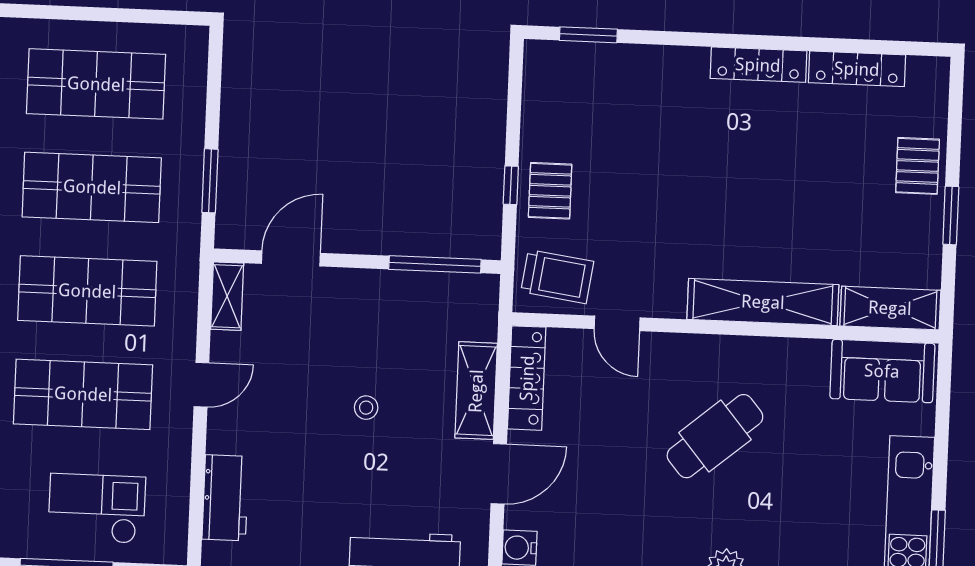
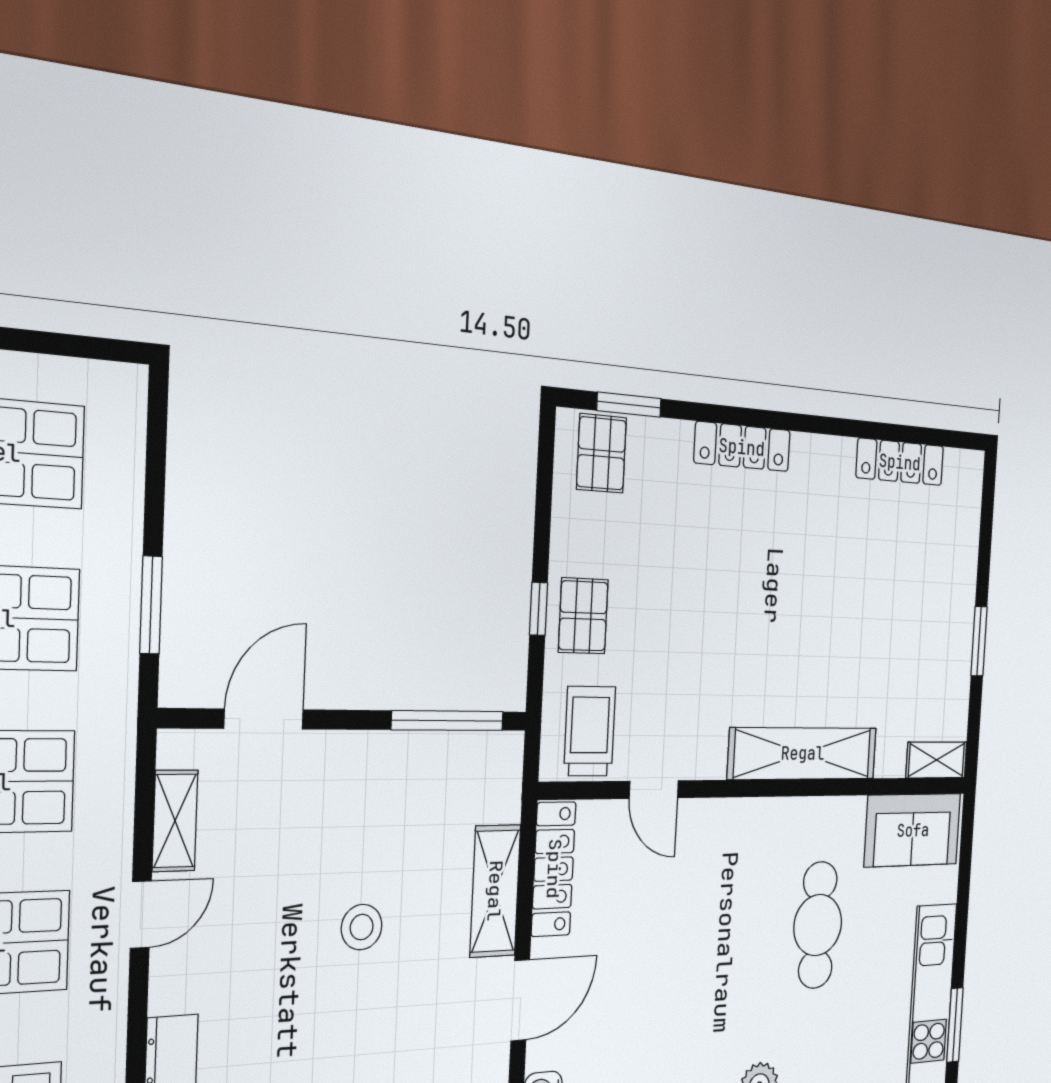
locker: (758, 65) -> (742, 447), moved
pallet: (918, 166) -> (601, 453), moved
trolley: (557, 277) -> (590, 731), turned -98
shelving: (227, 296) -> (175, 821), moved
shelving: (890, 308) -> (937, 760), width x0.67, depth x0.75
stool: (366, 408) -> (362, 927), width x1.37, depth x1.37
cafe table: (715, 436) -> (818, 925), moved, turned -50

